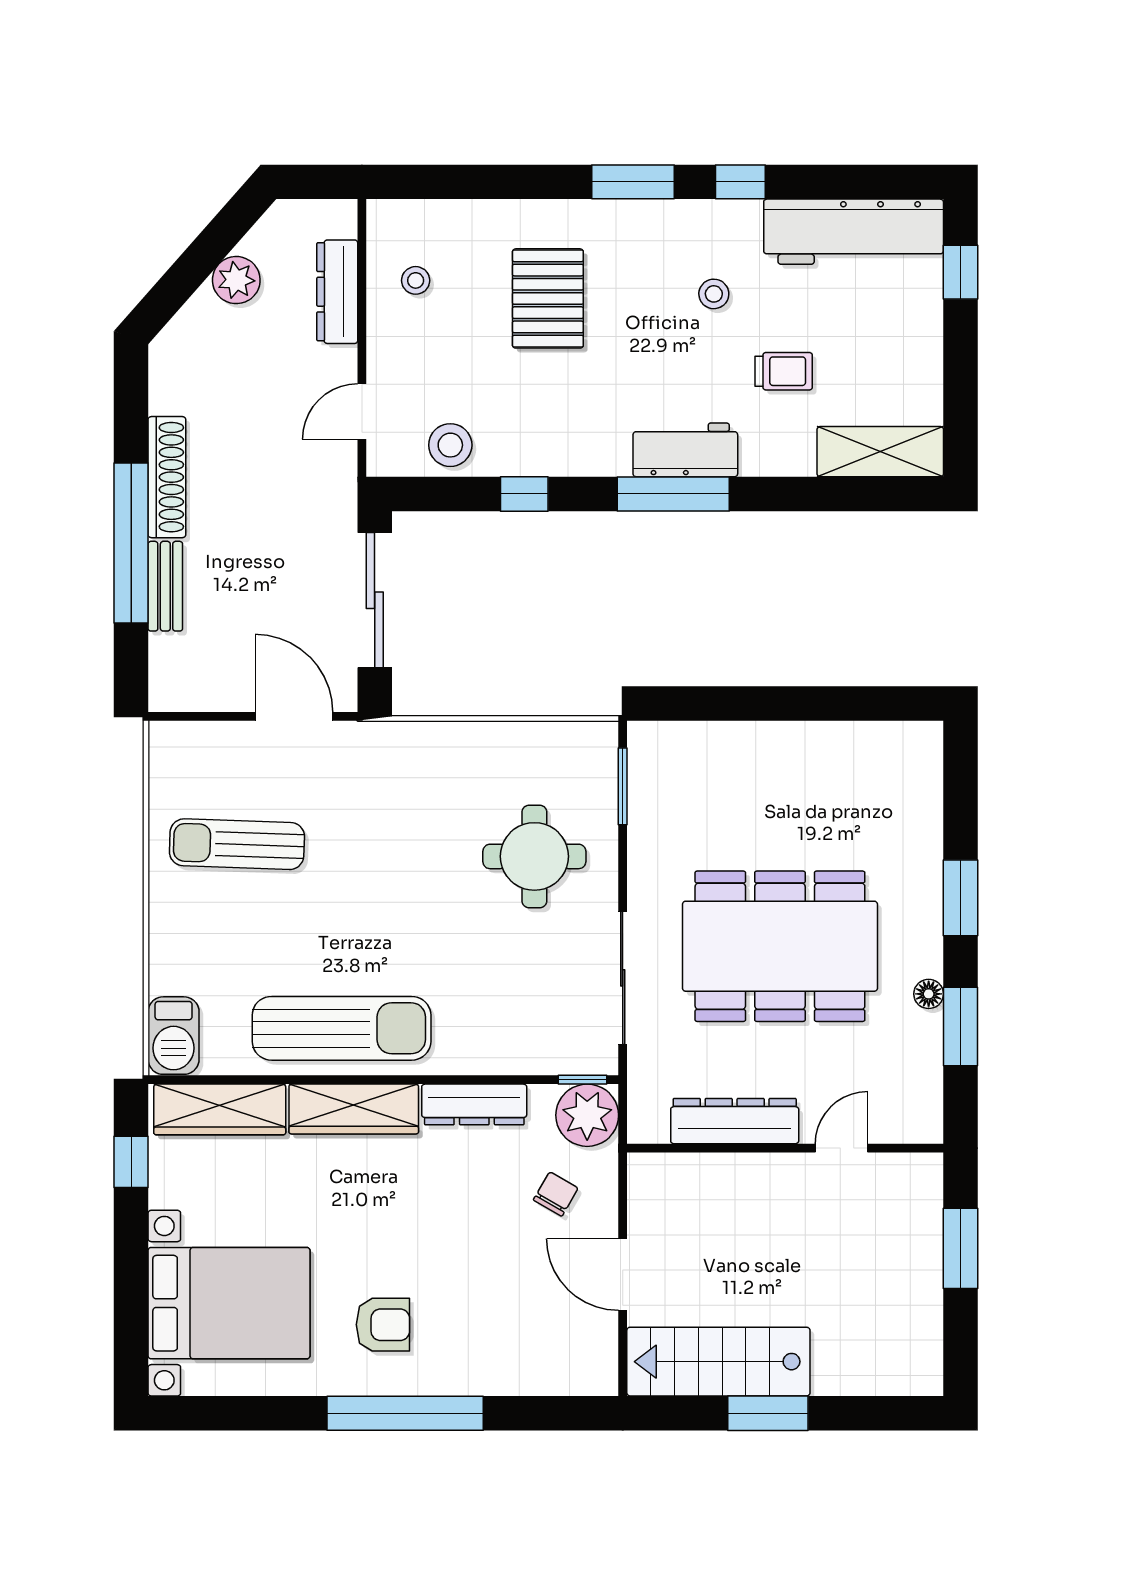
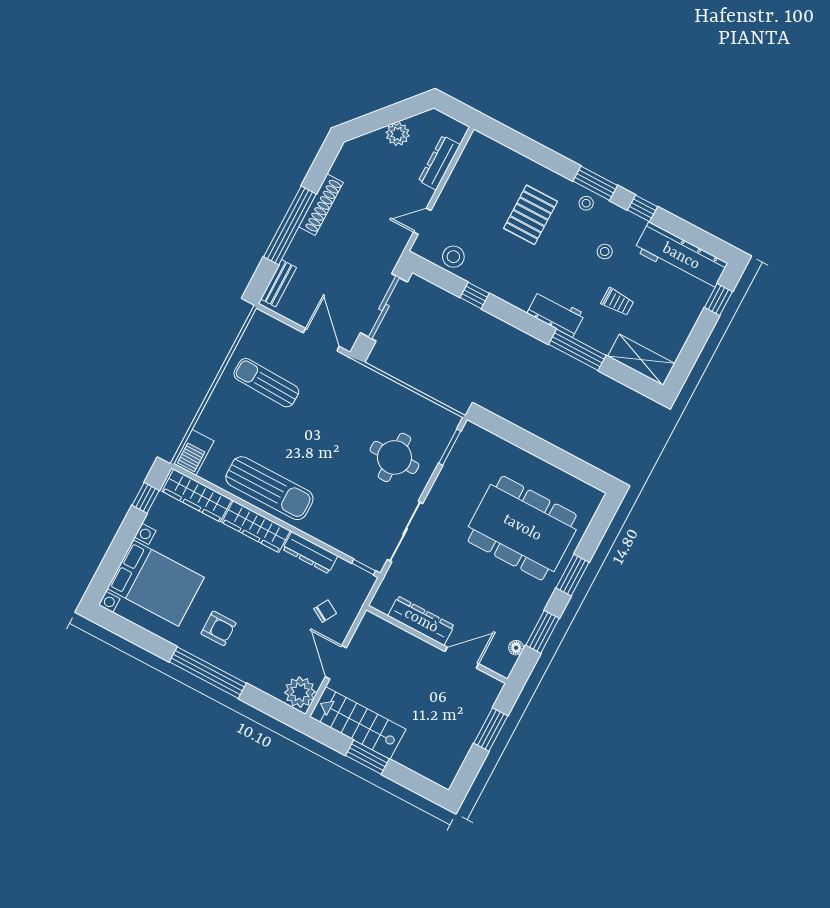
stool: (416, 280) -> (586, 203), moved
window: (673, 494) -> (577, 350), moved
bench: (165, 586) -> (279, 283), moved
dining table: (780, 946) -> (522, 528), moved
floor lamp: (929, 994) -> (516, 648), moved
plant: (587, 1115) -> (300, 692), moved
door: (841, 1148) -> (462, 658), width x1.38

